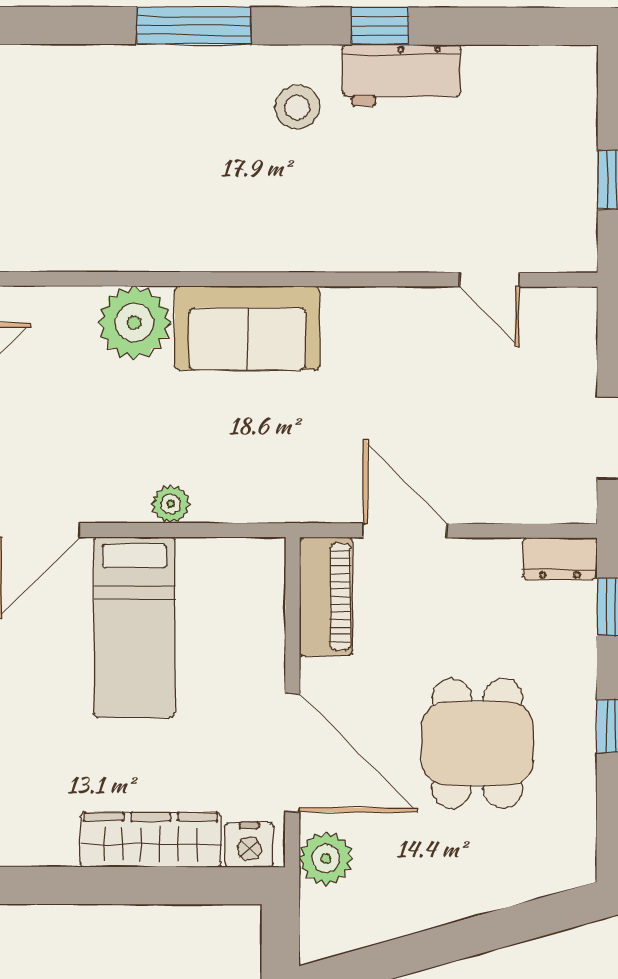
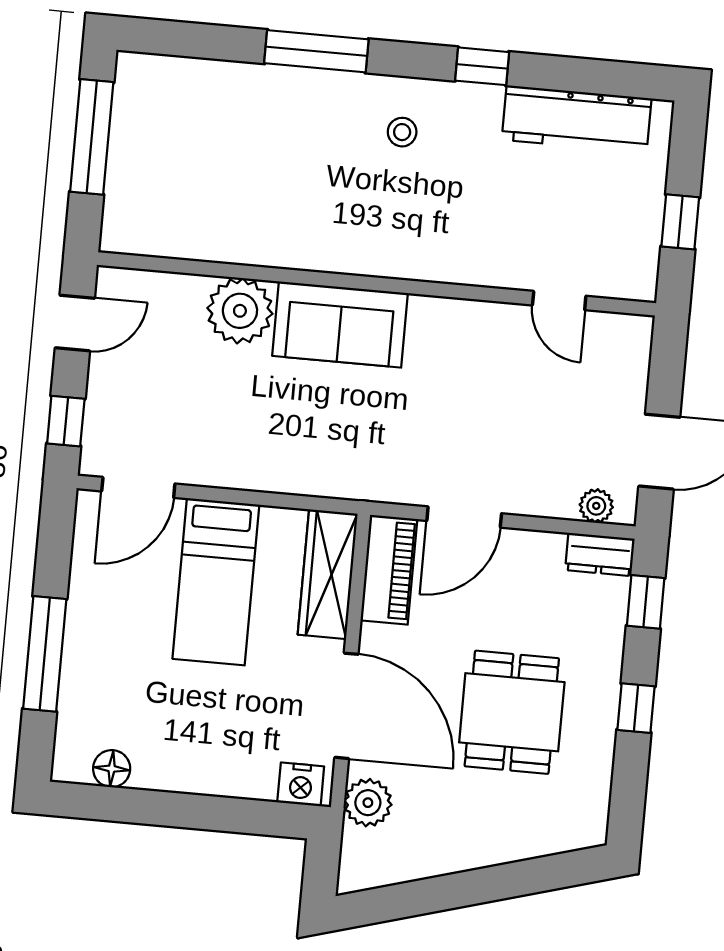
workbench: (401, 75) -> (577, 119), moved, width x1.38
stool: (297, 107) -> (402, 132), width x0.73, depth x0.73
plant: (171, 504) -> (596, 506), moved
door: (405, 530) -> (464, 517), swing flipped
wardrobe: (151, 840) -> (328, 574), moved, turned -90
floor lamp: (37, 846) -> (112, 769), added

